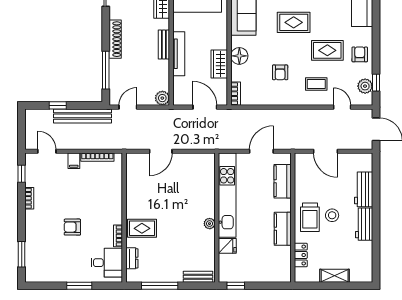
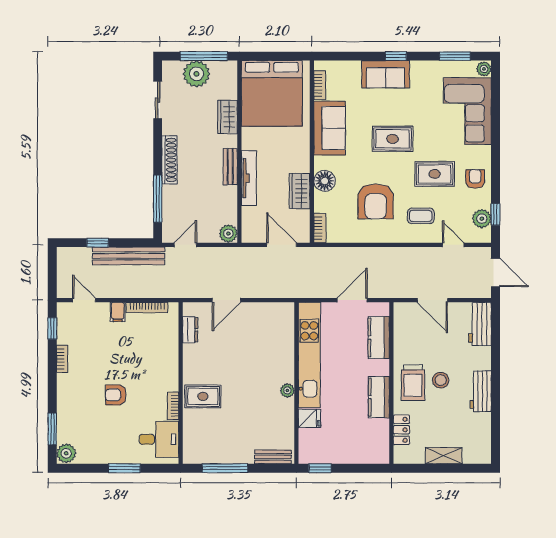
armchair: (280, 72) -> (376, 201), width x1.88, depth x1.88
workbench: (364, 189) -> (480, 324), moved
dresser: (132, 258) -> (190, 330), moved
plant: (33, 274) -> (66, 453), added

